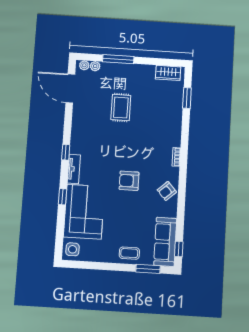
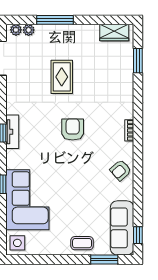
tv unit: (74, 169) -> (12, 132), moved
armchair: (129, 181) -> (73, 130), moved, turned 90

